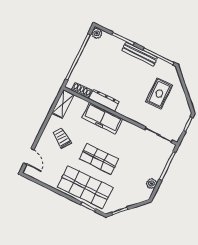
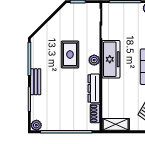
bench: (140, 54) -> (36, 82), width x0.73
rug: (159, 94) -> (70, 54), moved, turned 90
plant: (129, 113) -> (94, 60), added
freezer: (102, 118) -> (111, 59), moved

